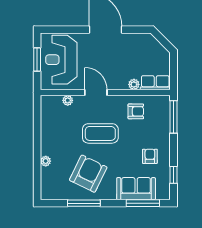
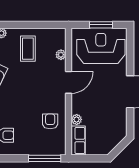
armchair: (136, 111) -> (50, 121), turned 180
coffee table: (100, 133) -> (28, 49), moved, width x0.73, depth x0.76

